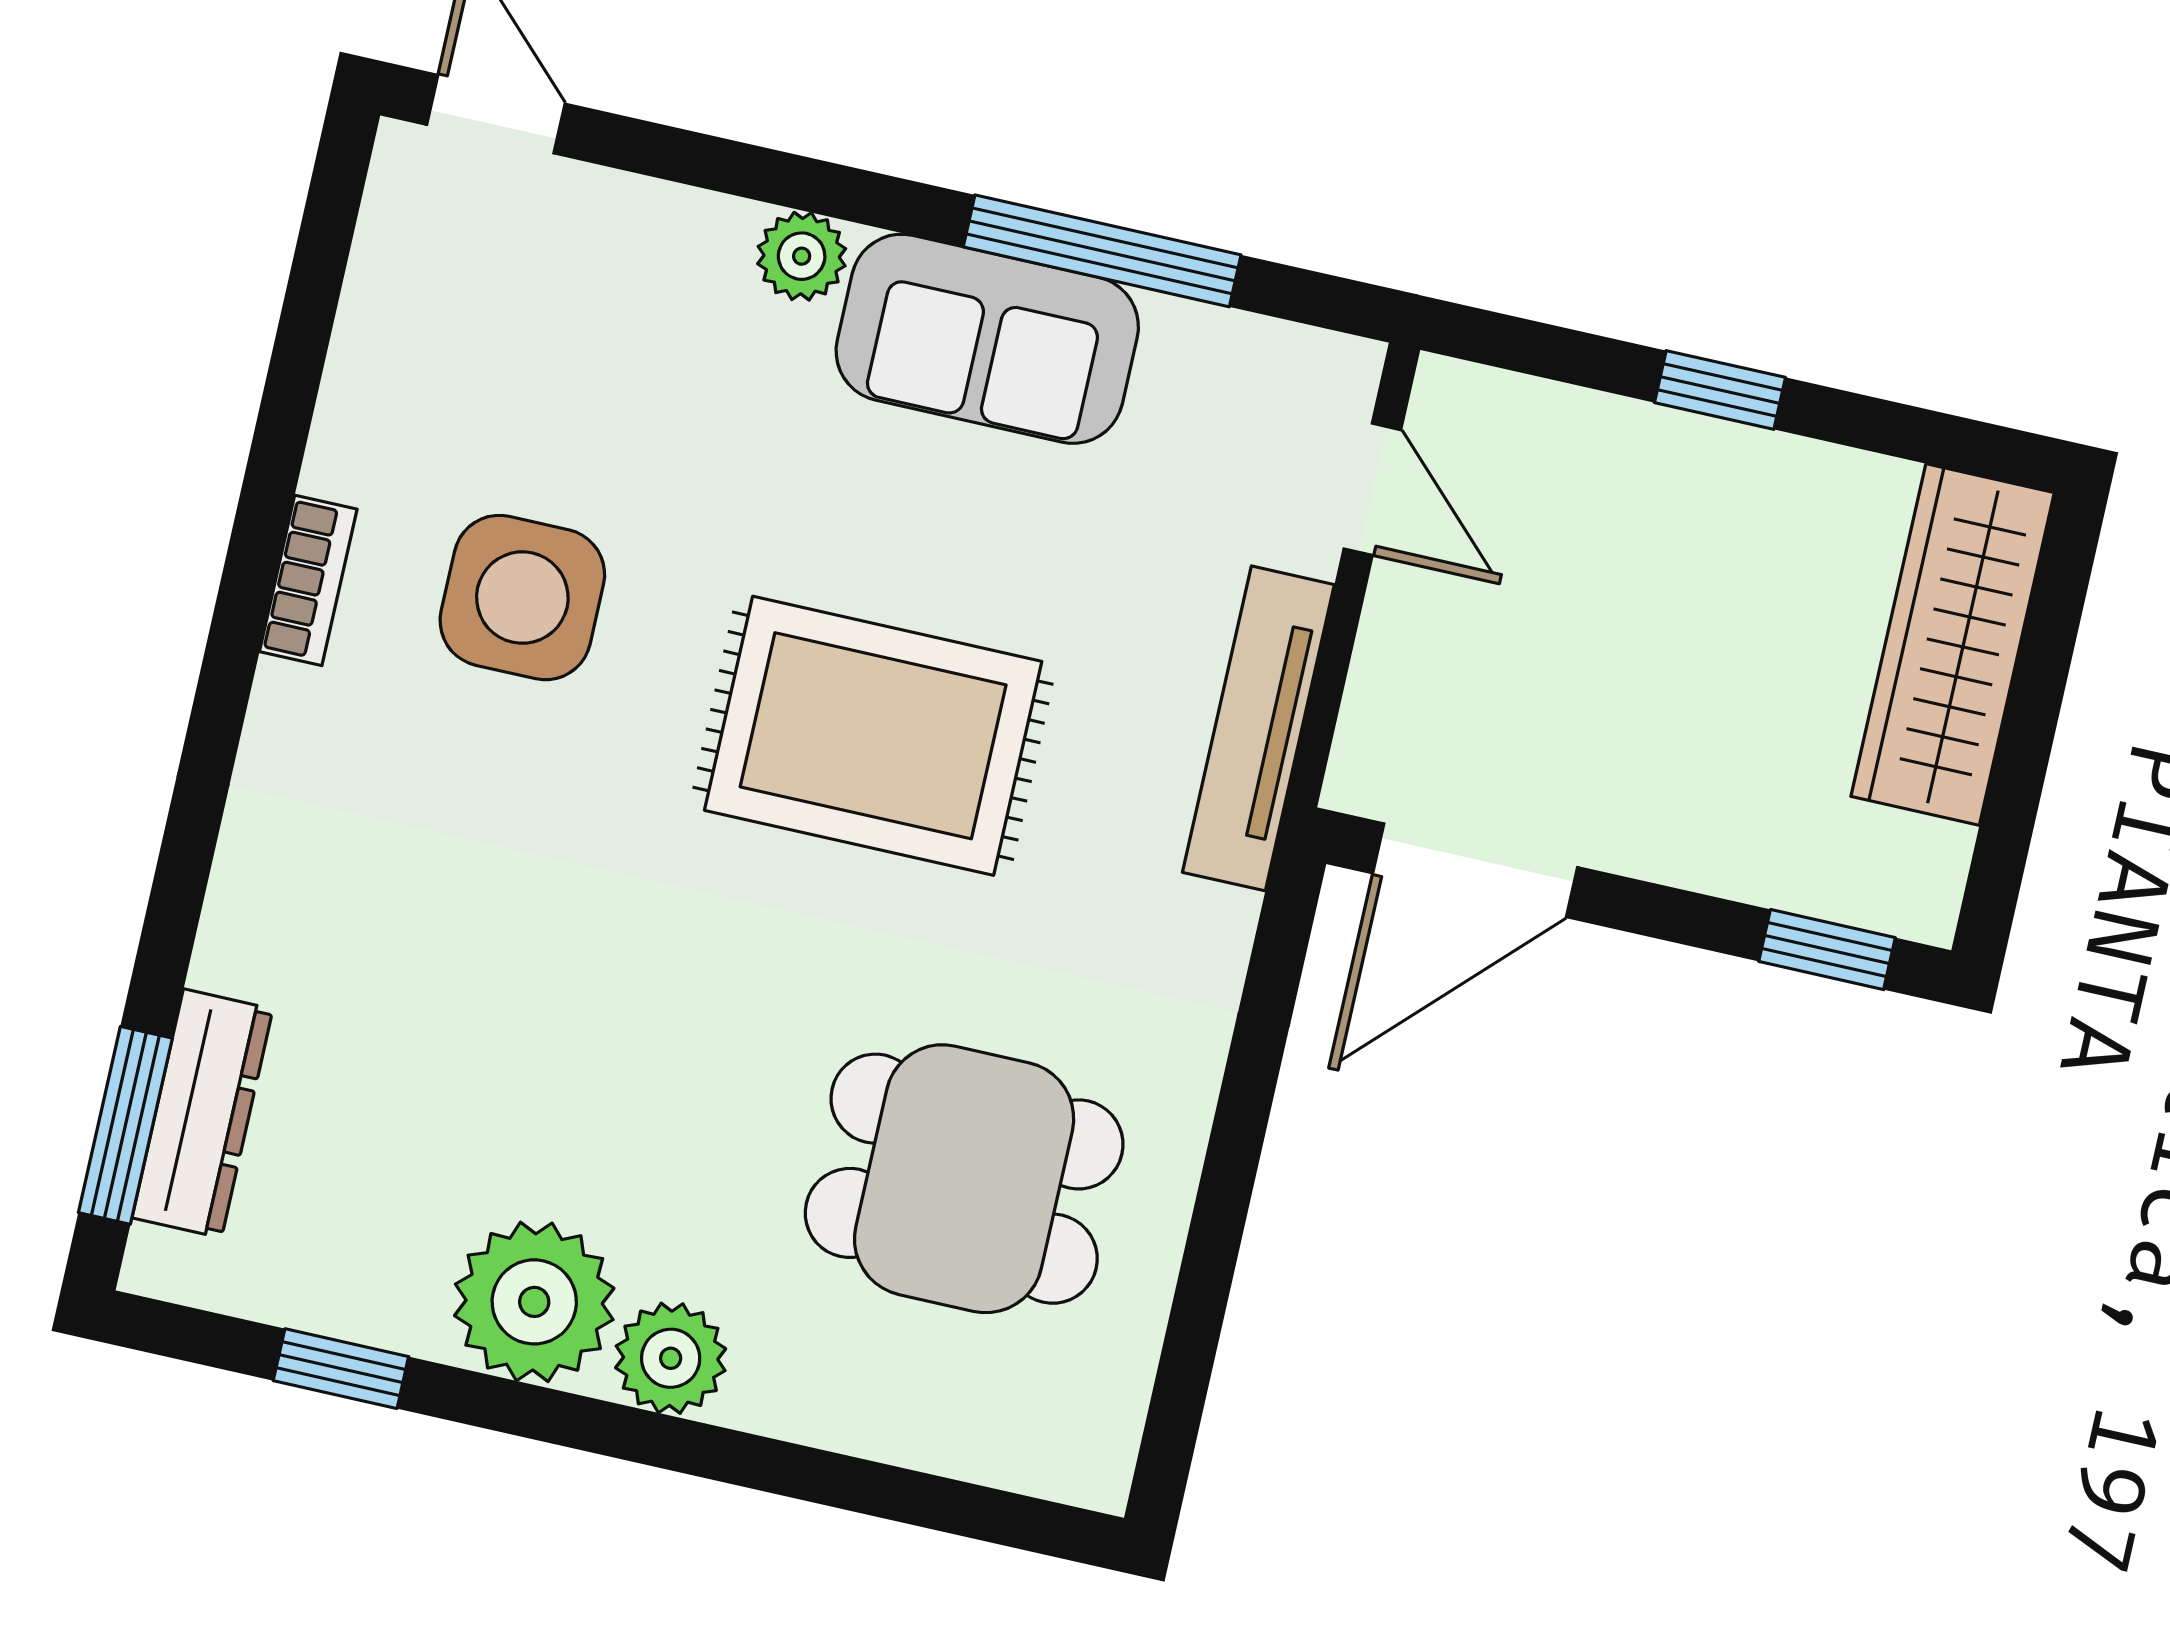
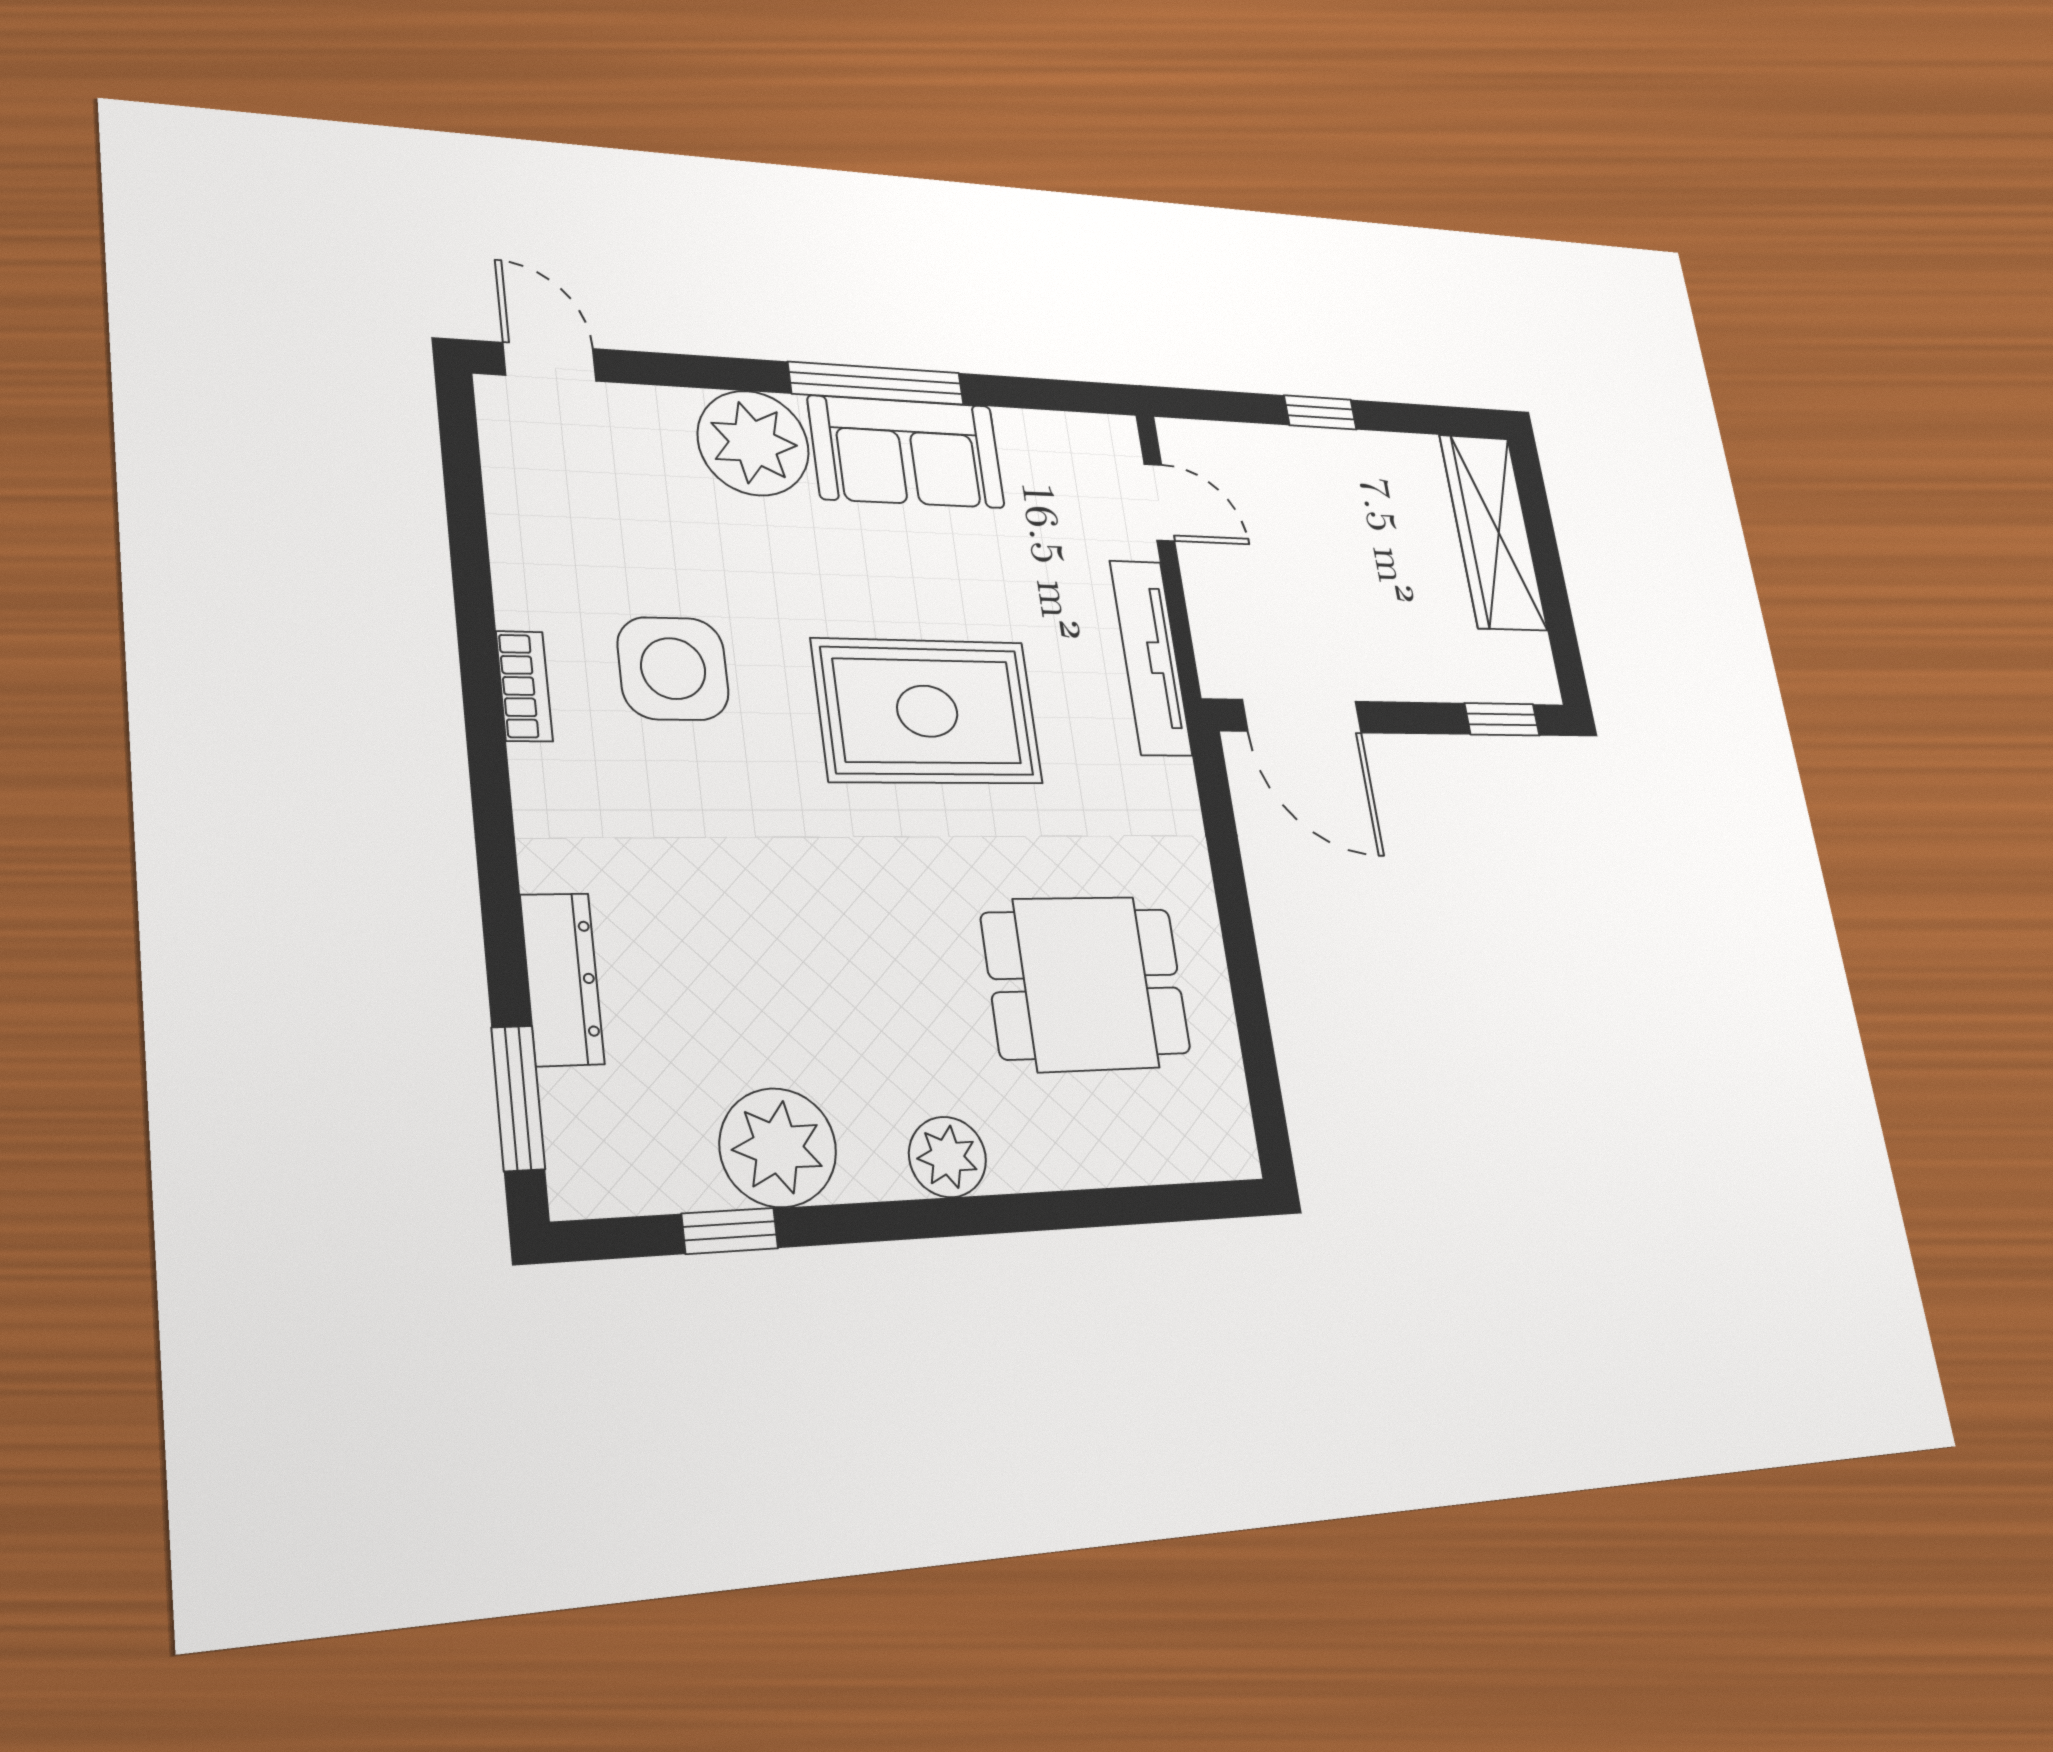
window: (1102, 251) -> (876, 383), moved
plant: (802, 256) -> (753, 443), width x1.88, depth x1.88
door: (1475, 870) -> (1302, 716), hinge flipped
dresser: (202, 1113) -> (562, 979), moved
plant: (534, 1302) -> (778, 1148), moved

